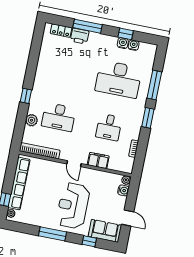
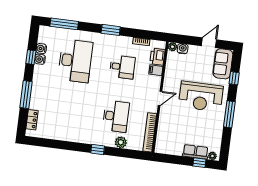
printer: (80, 36) -> (157, 57), moved, turned 180
window: (154, 85) -> (64, 24), moved
filing cabinet: (98, 160) -> (156, 70), width x0.50
row of seats: (19, 183) -> (195, 152), width x0.50

